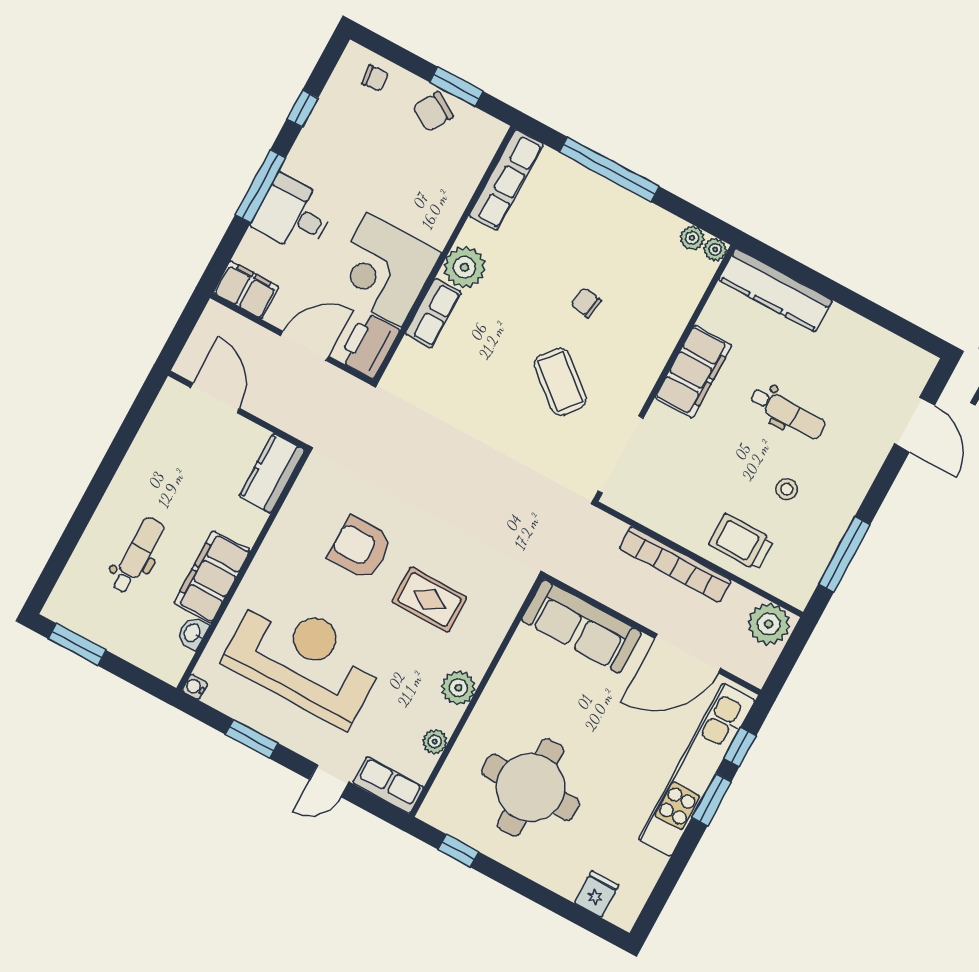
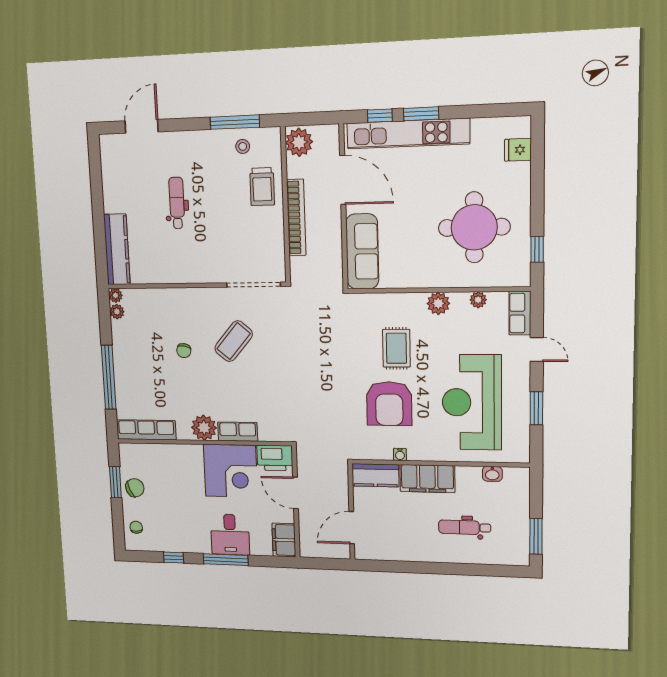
chair: (433, 112) -> (135, 488), turned -54
filing cabinet: (693, 372) -> (186, 270), removed
stool: (787, 489) -> (243, 146), moved
armchair: (360, 548) -> (389, 404), width x1.36, depth x1.36
filing cabinet: (212, 577) -> (427, 479), moved
water cooler: (195, 687) -> (400, 454), moved

